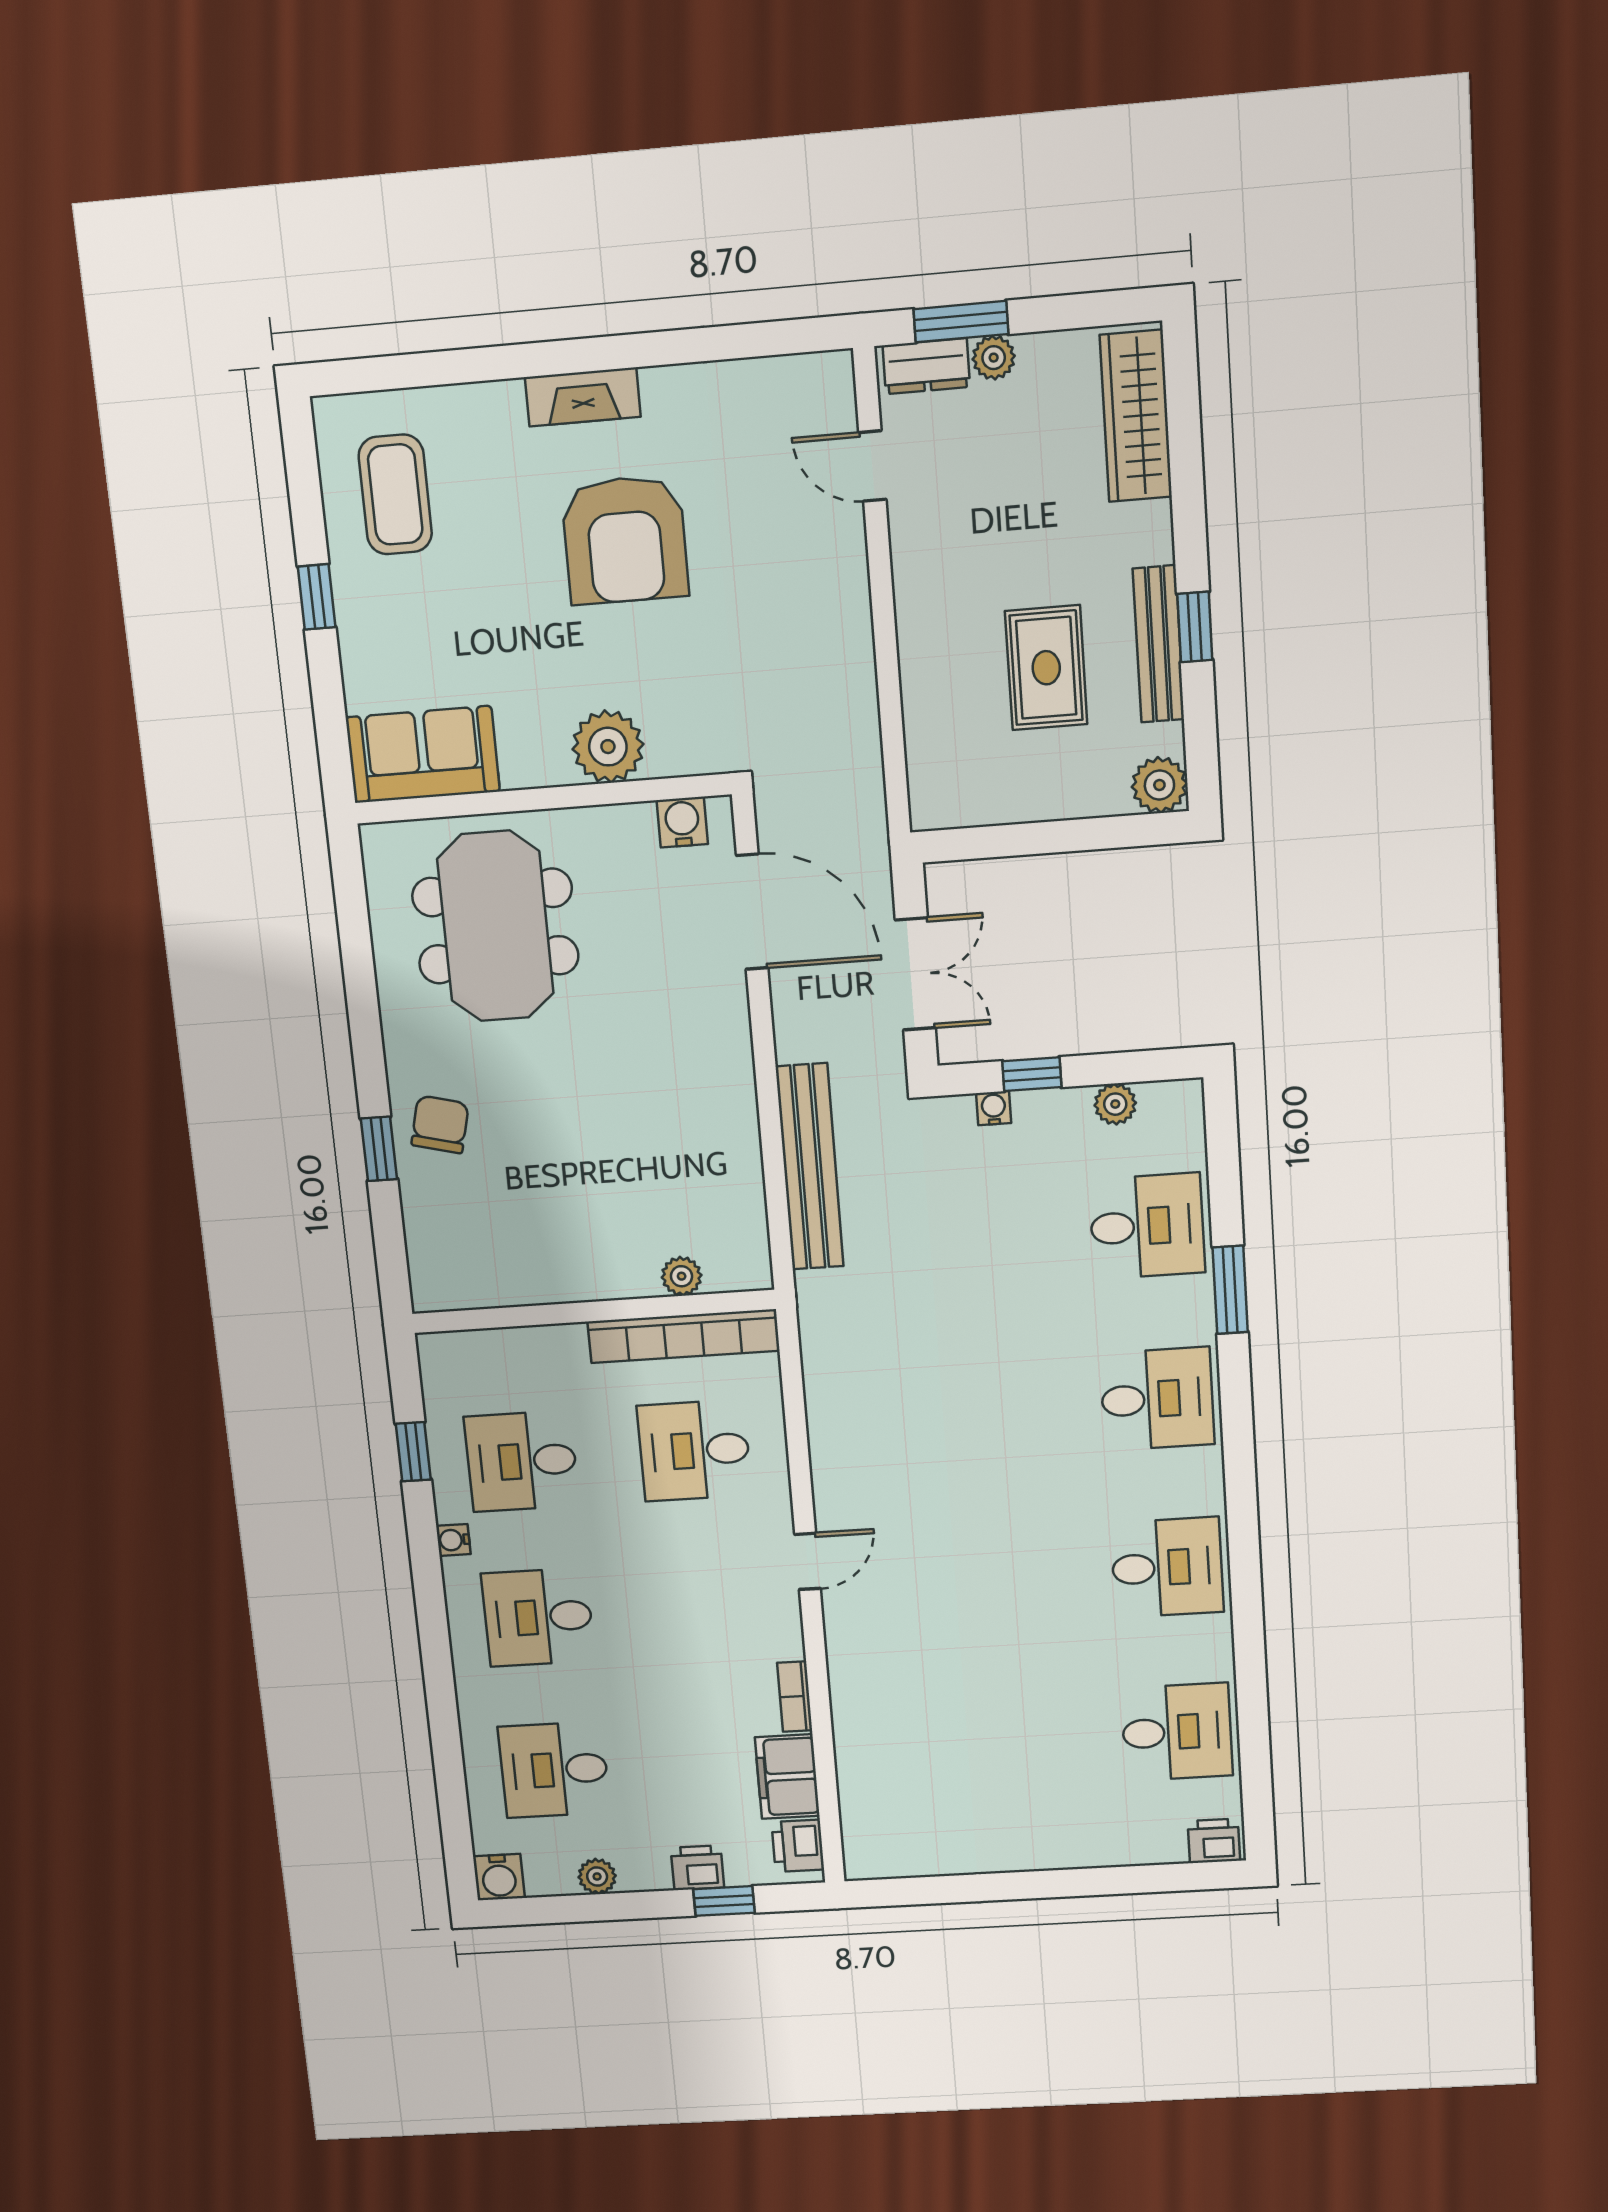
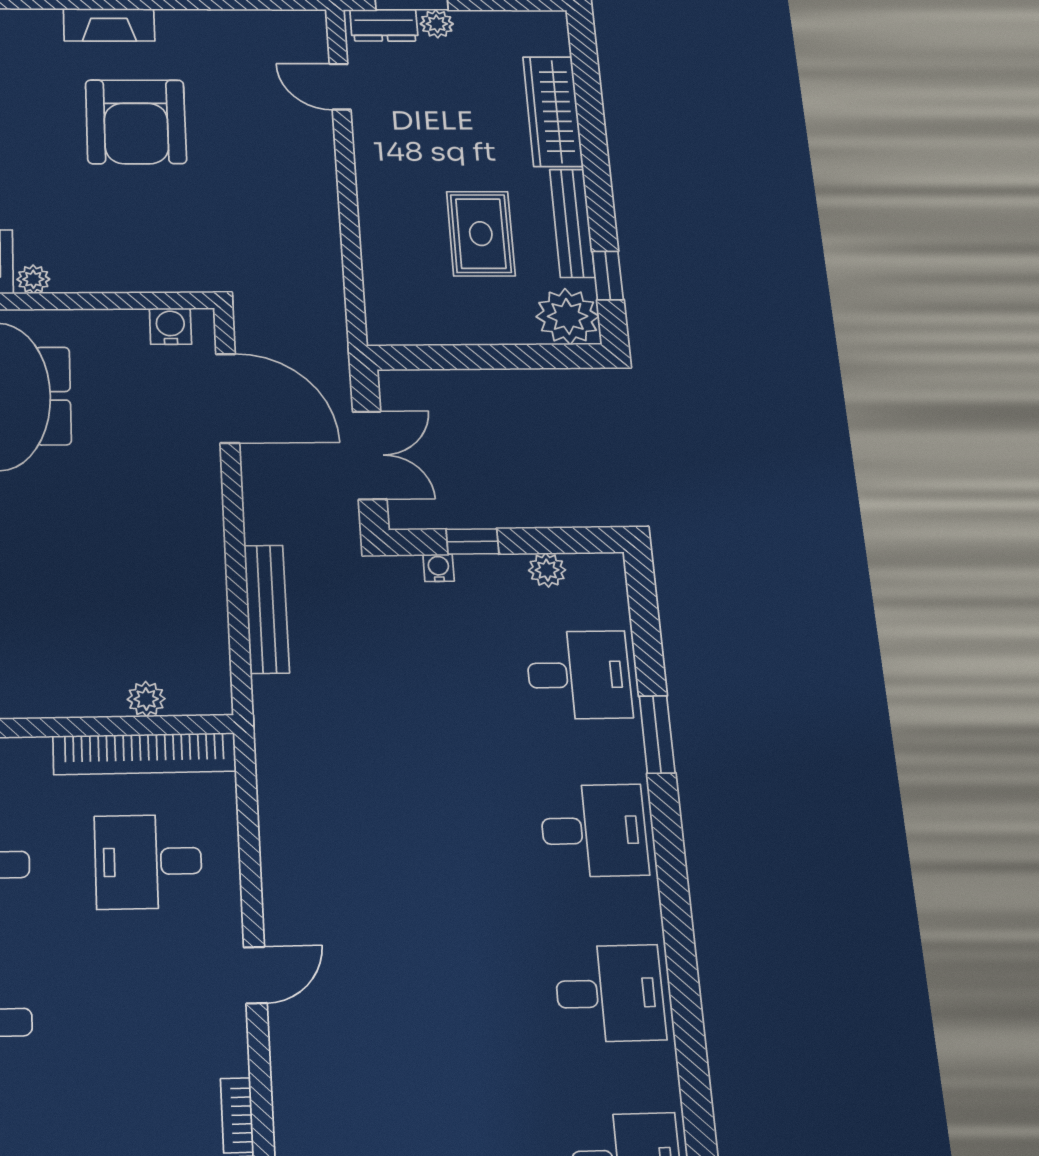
wardrobe: (1136, 416) -> (553, 111), moved
window: (1195, 627) -> (608, 276), moved
plant: (608, 747) -> (33, 279), moved, width x0.53, depth x0.53
plant: (1159, 785) -> (568, 316), width x1.36, depth x1.36
bench: (810, 1167) -> (267, 609), width x0.73, depth x0.82

